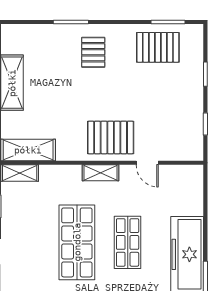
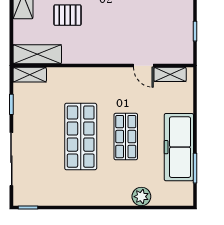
pallet: (111, 137) -> (67, 15), moved, width x0.67, depth x0.71
shelving: (100, 173) -> (170, 74), moved

